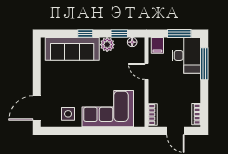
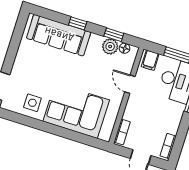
plant: (107, 45) -> (110, 46), moved

